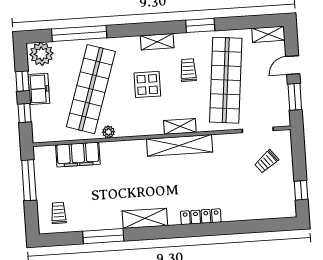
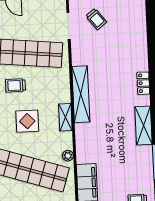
shelving: (180, 126) -> (65, 117), moved
locker: (201, 217) -> (143, 83), width x0.66

